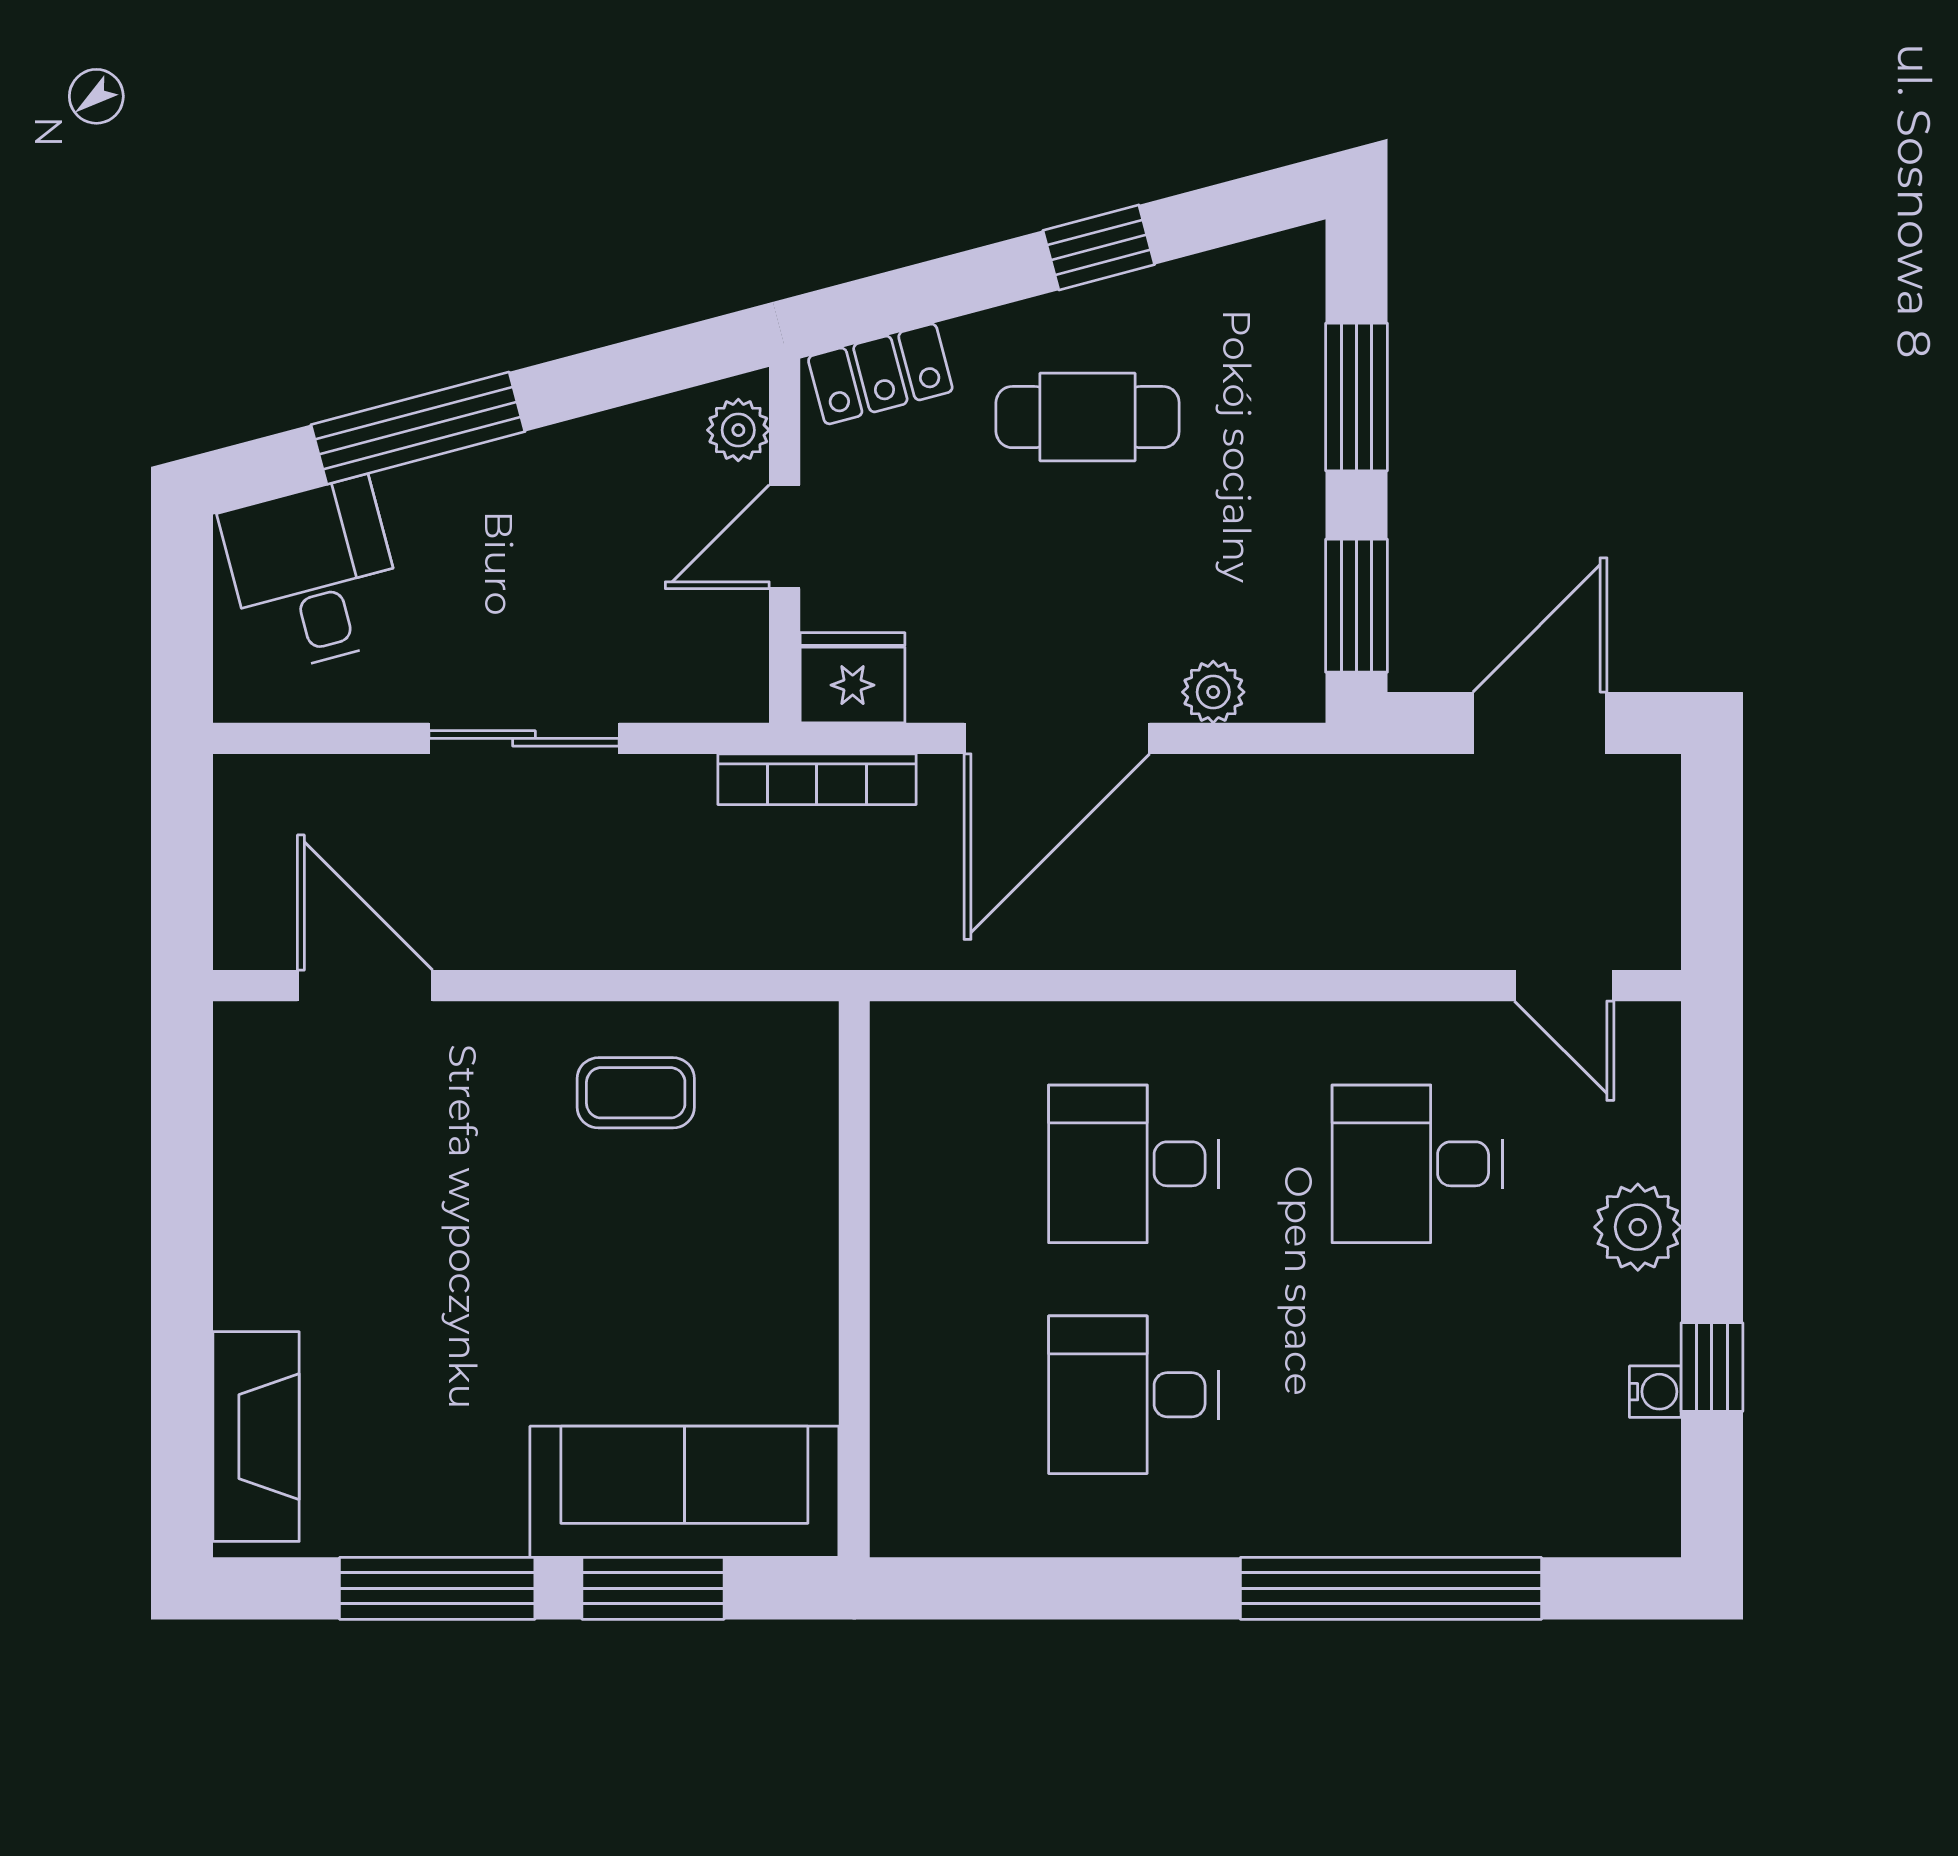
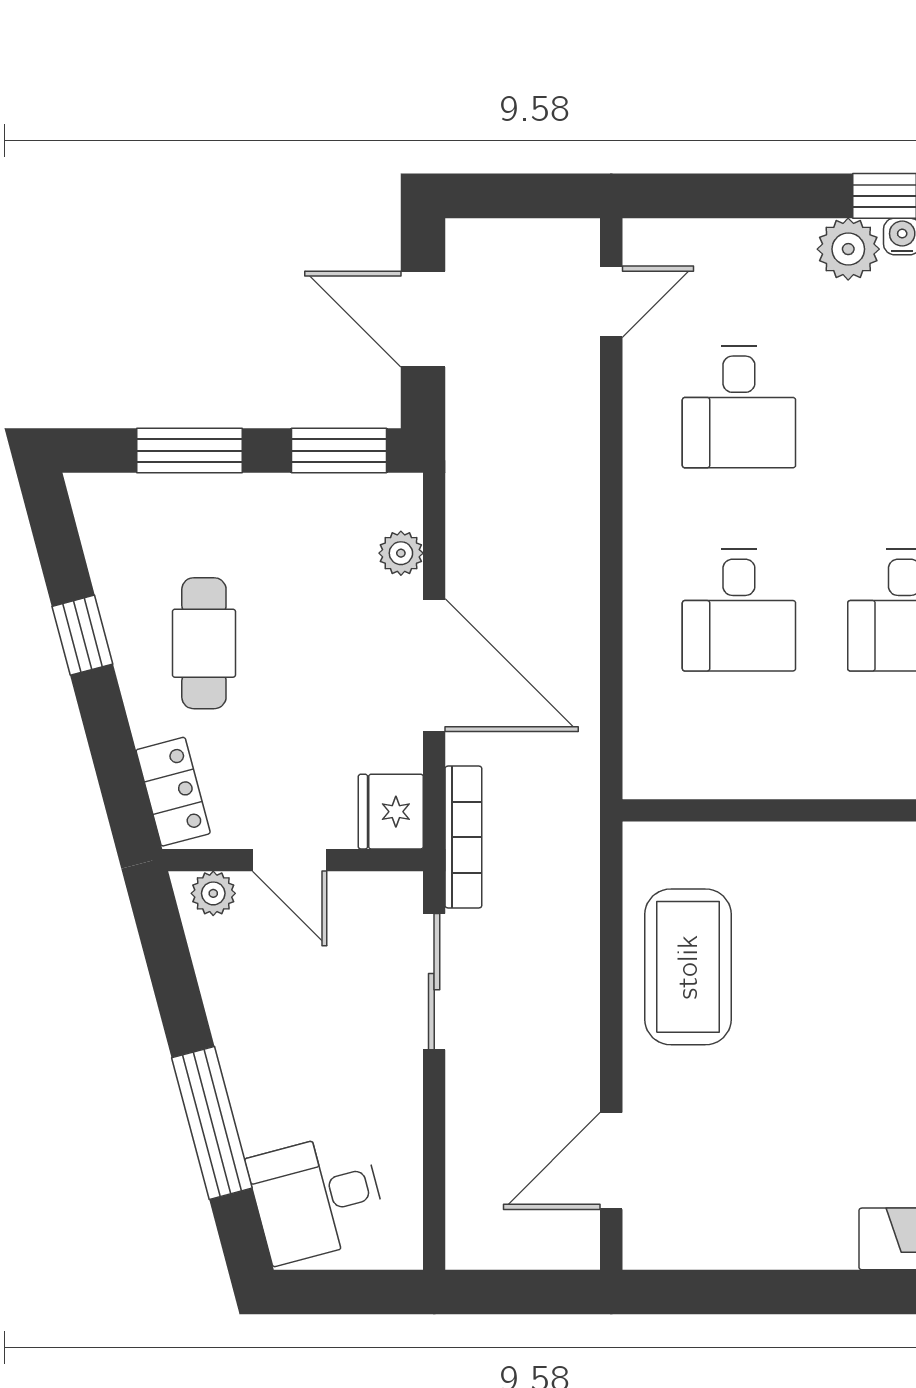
sliding door: (524, 738) -> (434, 982), moved
coffee table: (636, 1093) -> (688, 967), width x1.86, depth x1.72
plant: (1638, 1227) -> (848, 249), moved

